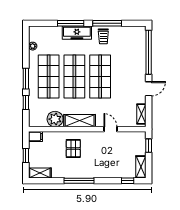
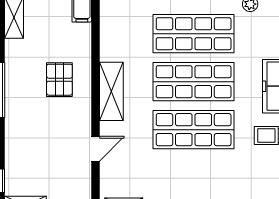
plant: (55, 119) -> (114, 46), removed
pallet: (73, 149) -> (59, 80), turned 90

